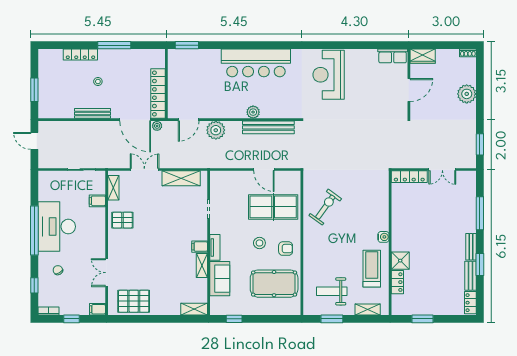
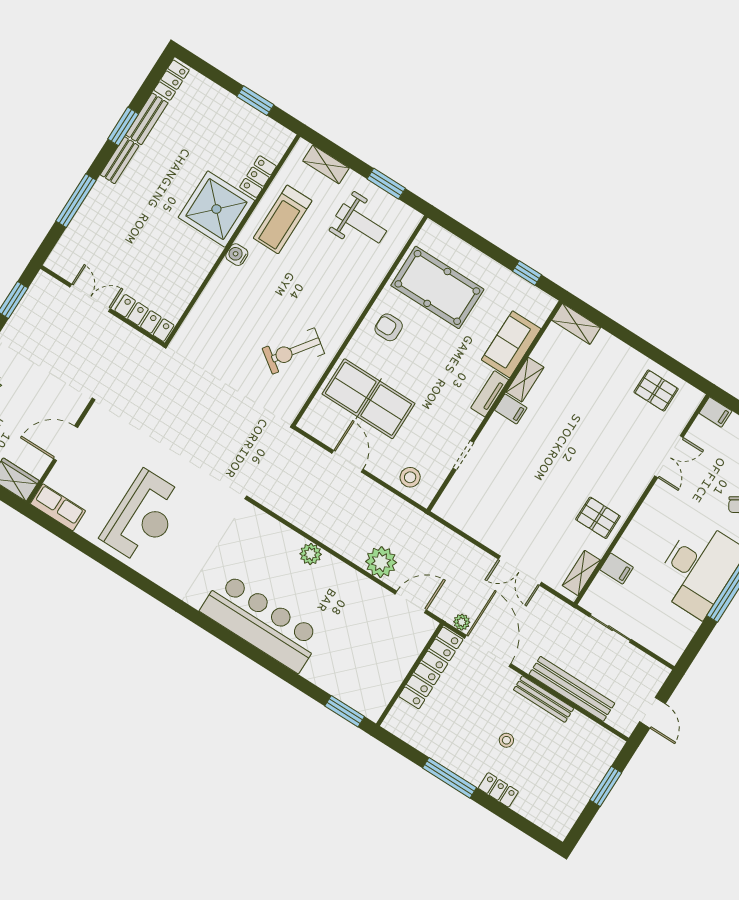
locker: (80, 54) -> (498, 790), width x0.66
reception desk: (329, 75) -> (143, 517), moved
bench: (268, 127) -> (572, 689), moved
shelving: (181, 178) -> (475, 524), removed
stool: (259, 243) -> (410, 477), moved
shower: (400, 261) -> (216, 209), width x1.86, depth x1.86
pallet: (134, 301) -> (656, 390), width x0.67, depth x0.71

